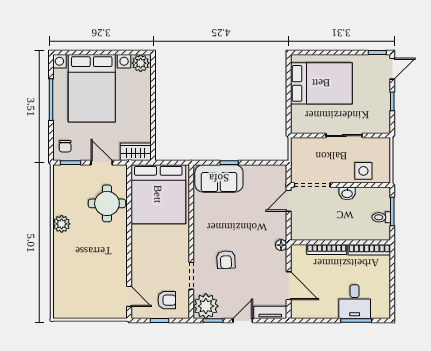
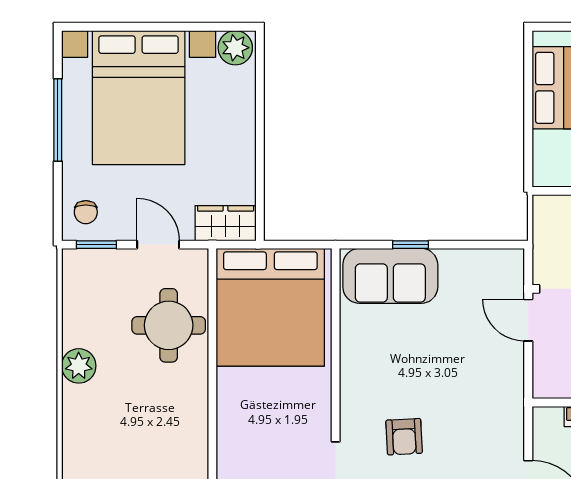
door: (289, 201) -> (528, 320), hinge flipped
floor lamp: (281, 245) -> (513, 408), removed

